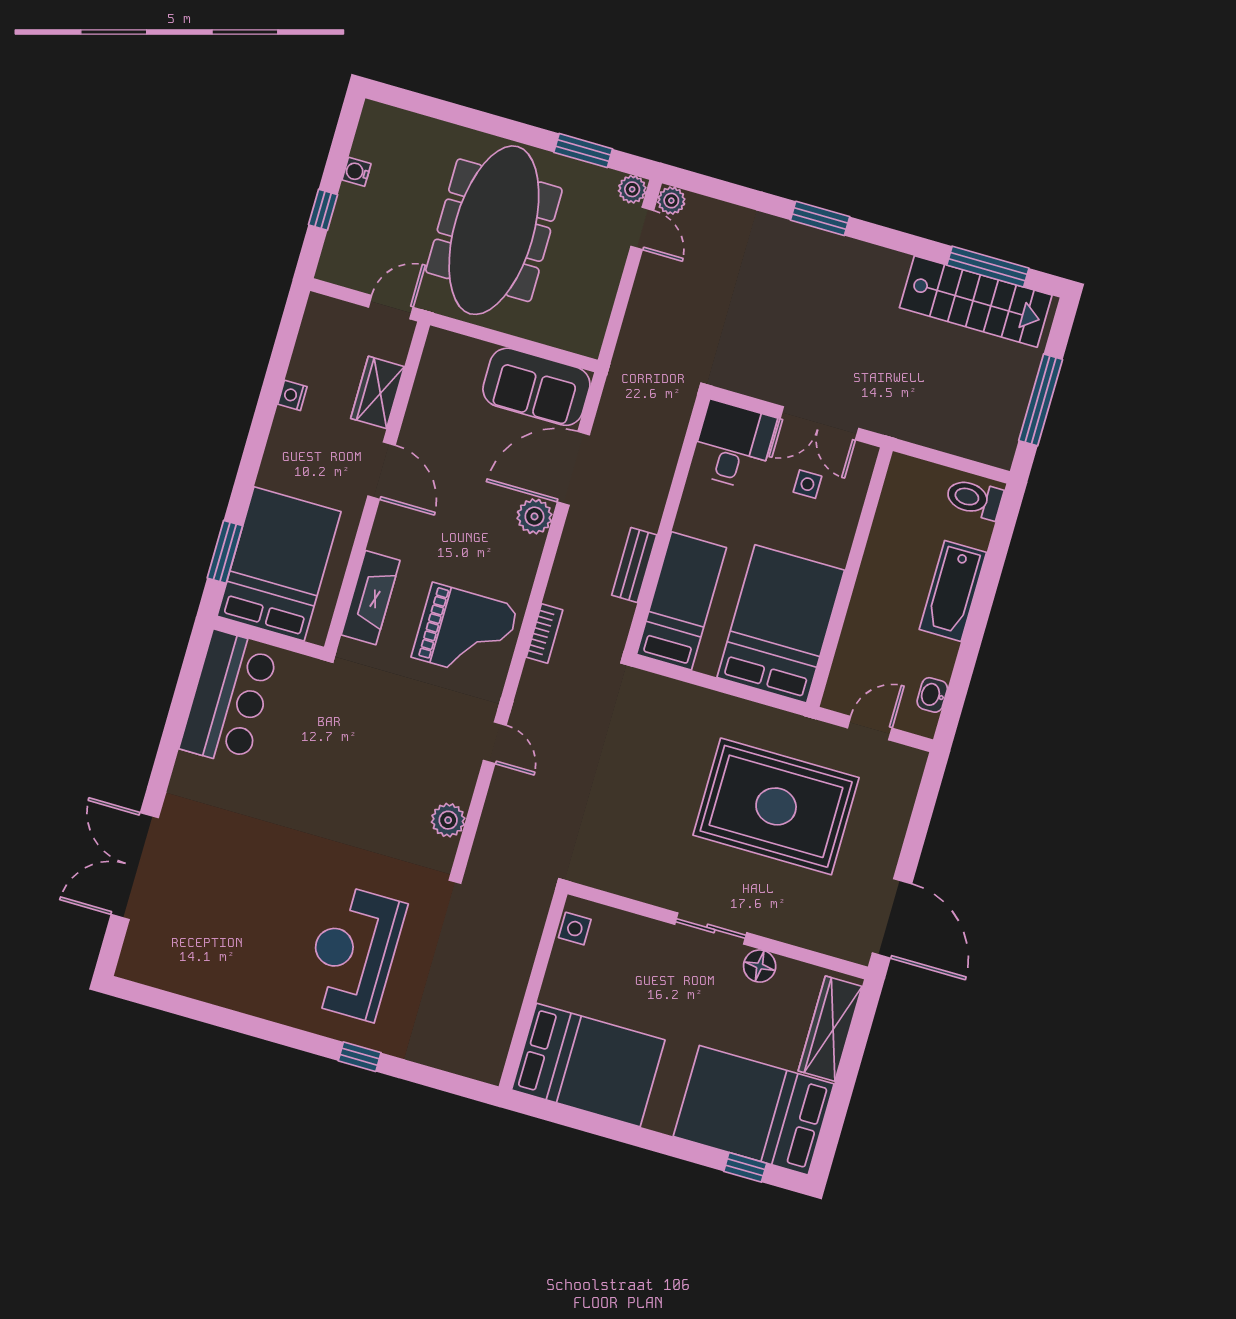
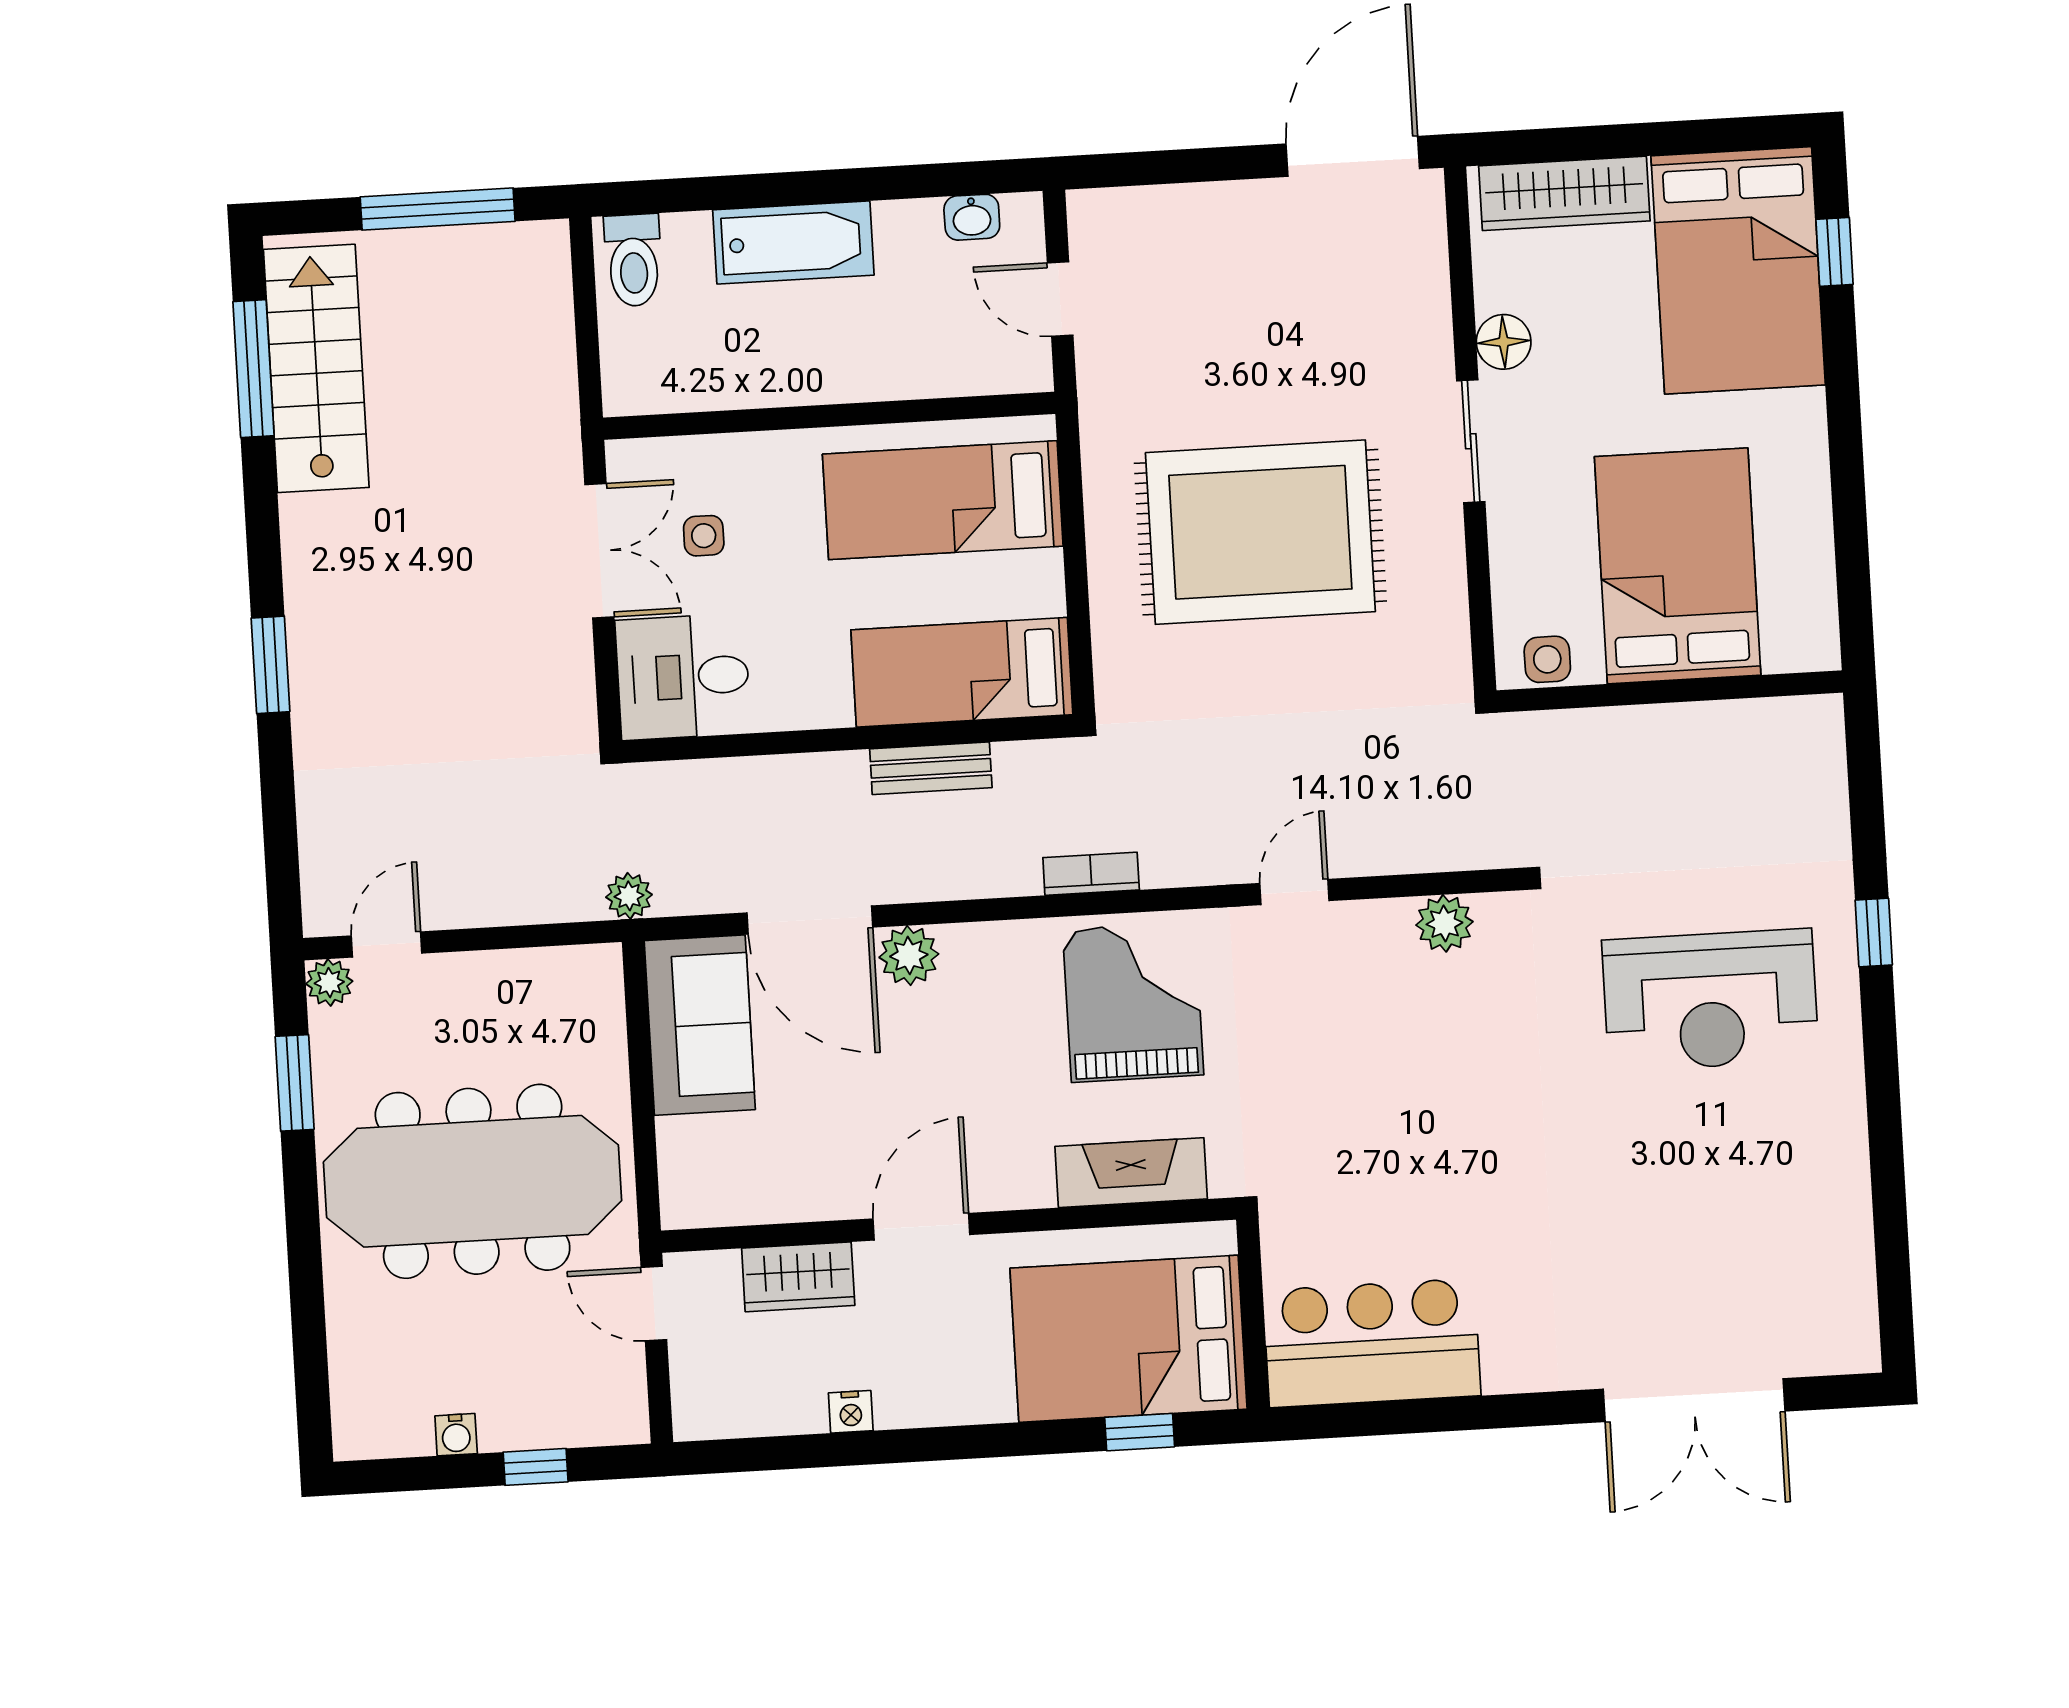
plant: (671, 201) -> (629, 896), moved
window: (225, 552) -> (1140, 1432), width x0.67
bed: (781, 624) -> (943, 500), width x0.67
rug: (776, 806) -> (1260, 532), moved, turned 90
bed: (588, 1065) -> (1678, 566), moved

